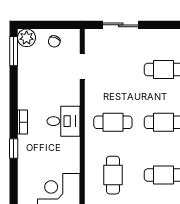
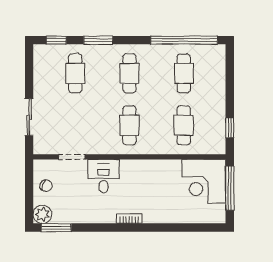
desk: (64, 121) -> (103, 176), moved
window: (14, 148) -> (156, 228), removed
cafe table: (113, 175) -> (184, 125), turned 90

